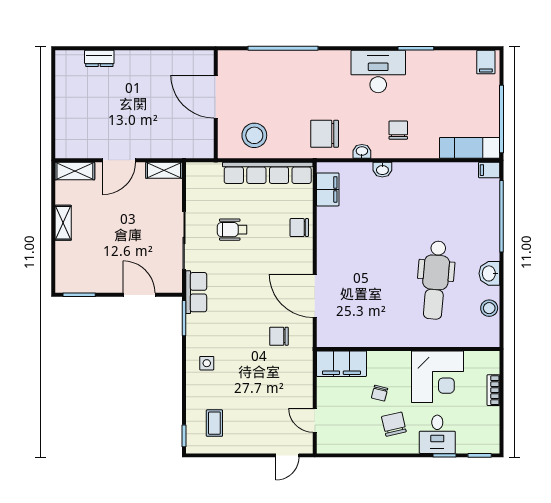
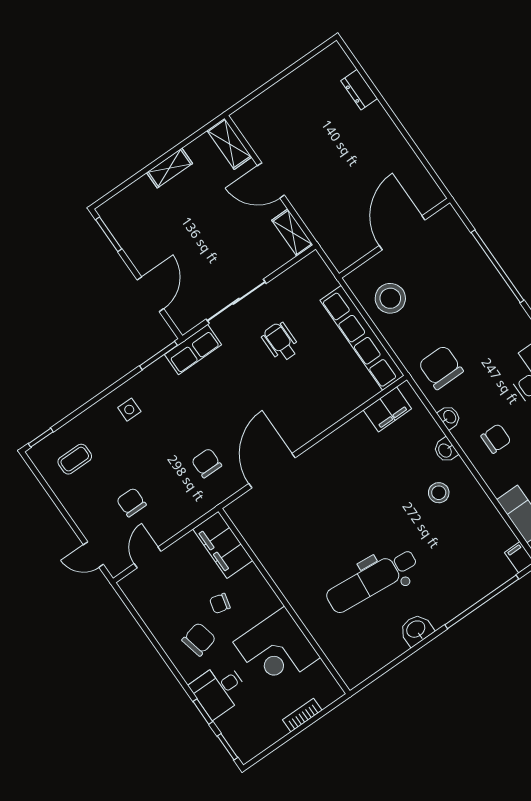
chair: (299, 228) -> (131, 502), moved
stool: (489, 308) -> (439, 493), moved

